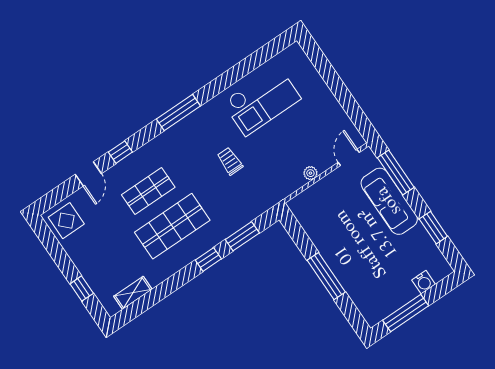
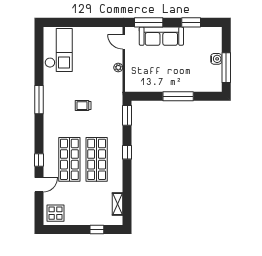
checkout: (262, 101) -> (59, 50), moved
window: (178, 112) -> (39, 100), moved
door: (88, 174) -> (39, 185), hinge flipped
shop shelf: (148, 191) -> (69, 159), width x1.43, depth x1.36
window: (242, 236) -> (127, 115), moved
water cooler: (424, 282) -> (216, 59), moved

